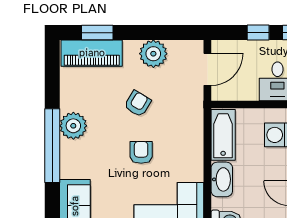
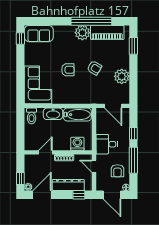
piano: (92, 53) -> (107, 32), moved, turned -90
window: (52, 146) -> (91, 21), moved

